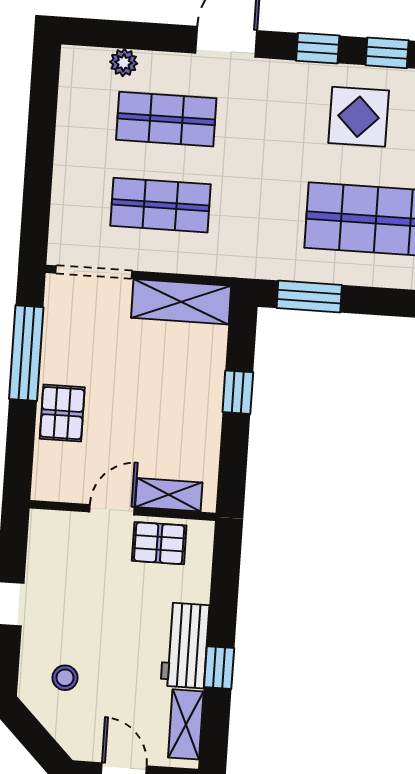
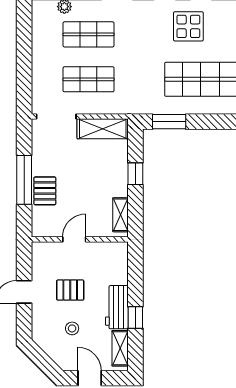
window: (26, 353) -> (24, 180), moved
shelving: (169, 495) -> (120, 215), moved, turned 90
pallet: (159, 543) -> (70, 290), moved
stool: (65, 678) -> (72, 328), moved

